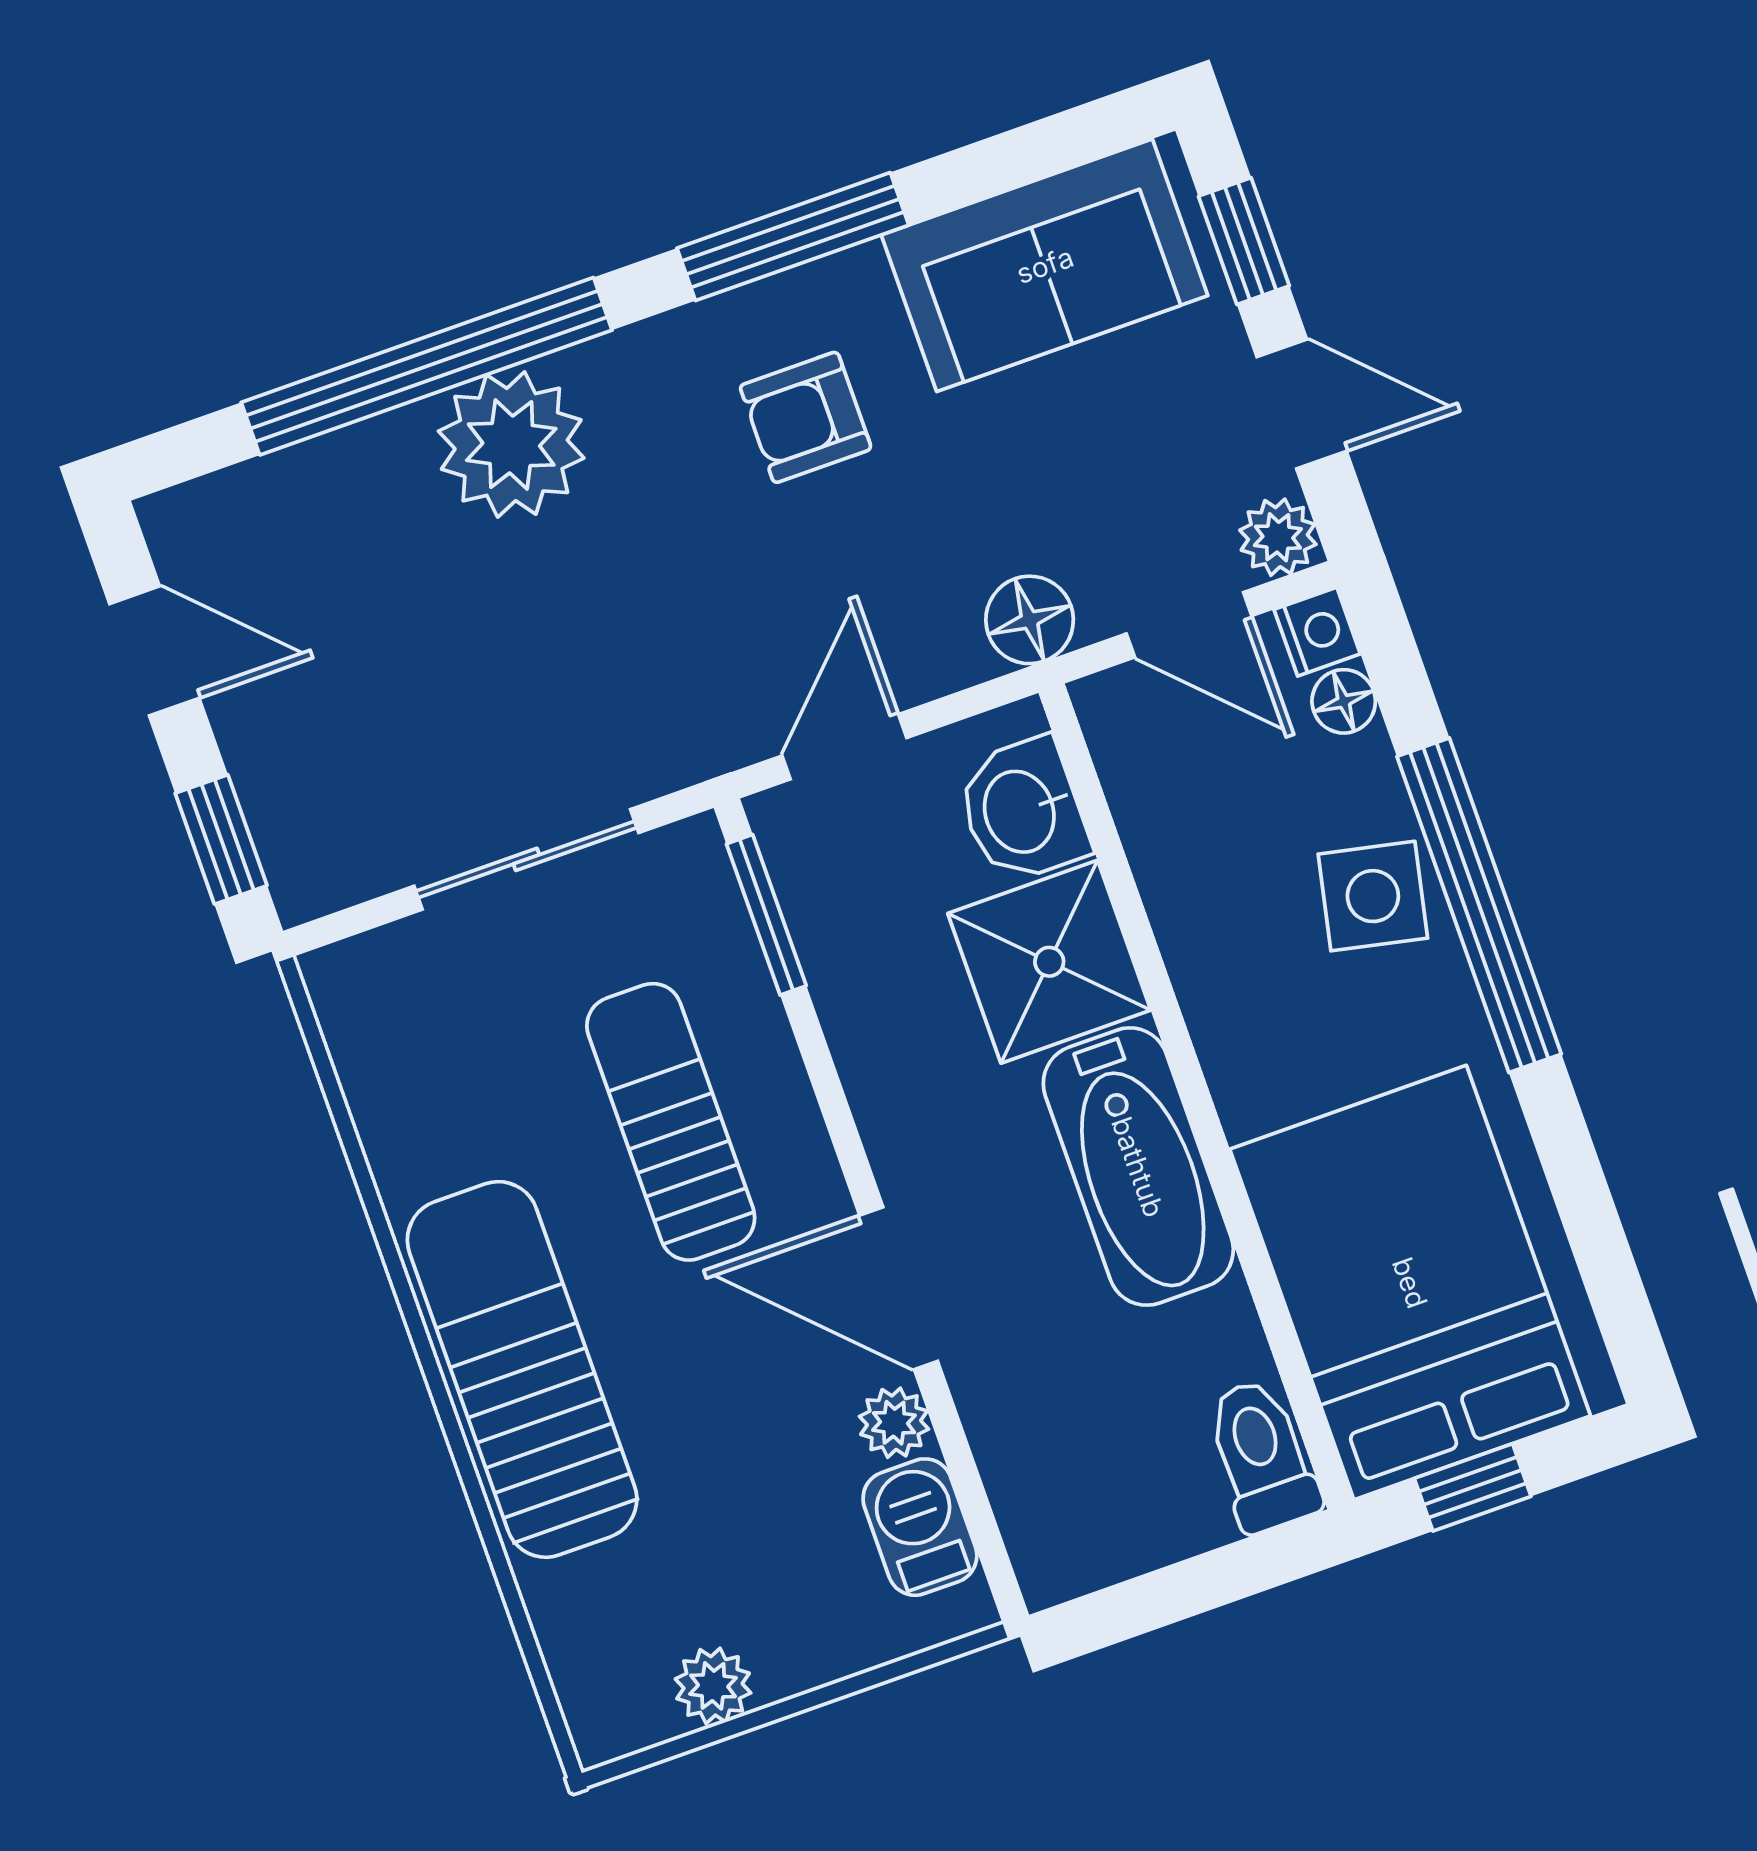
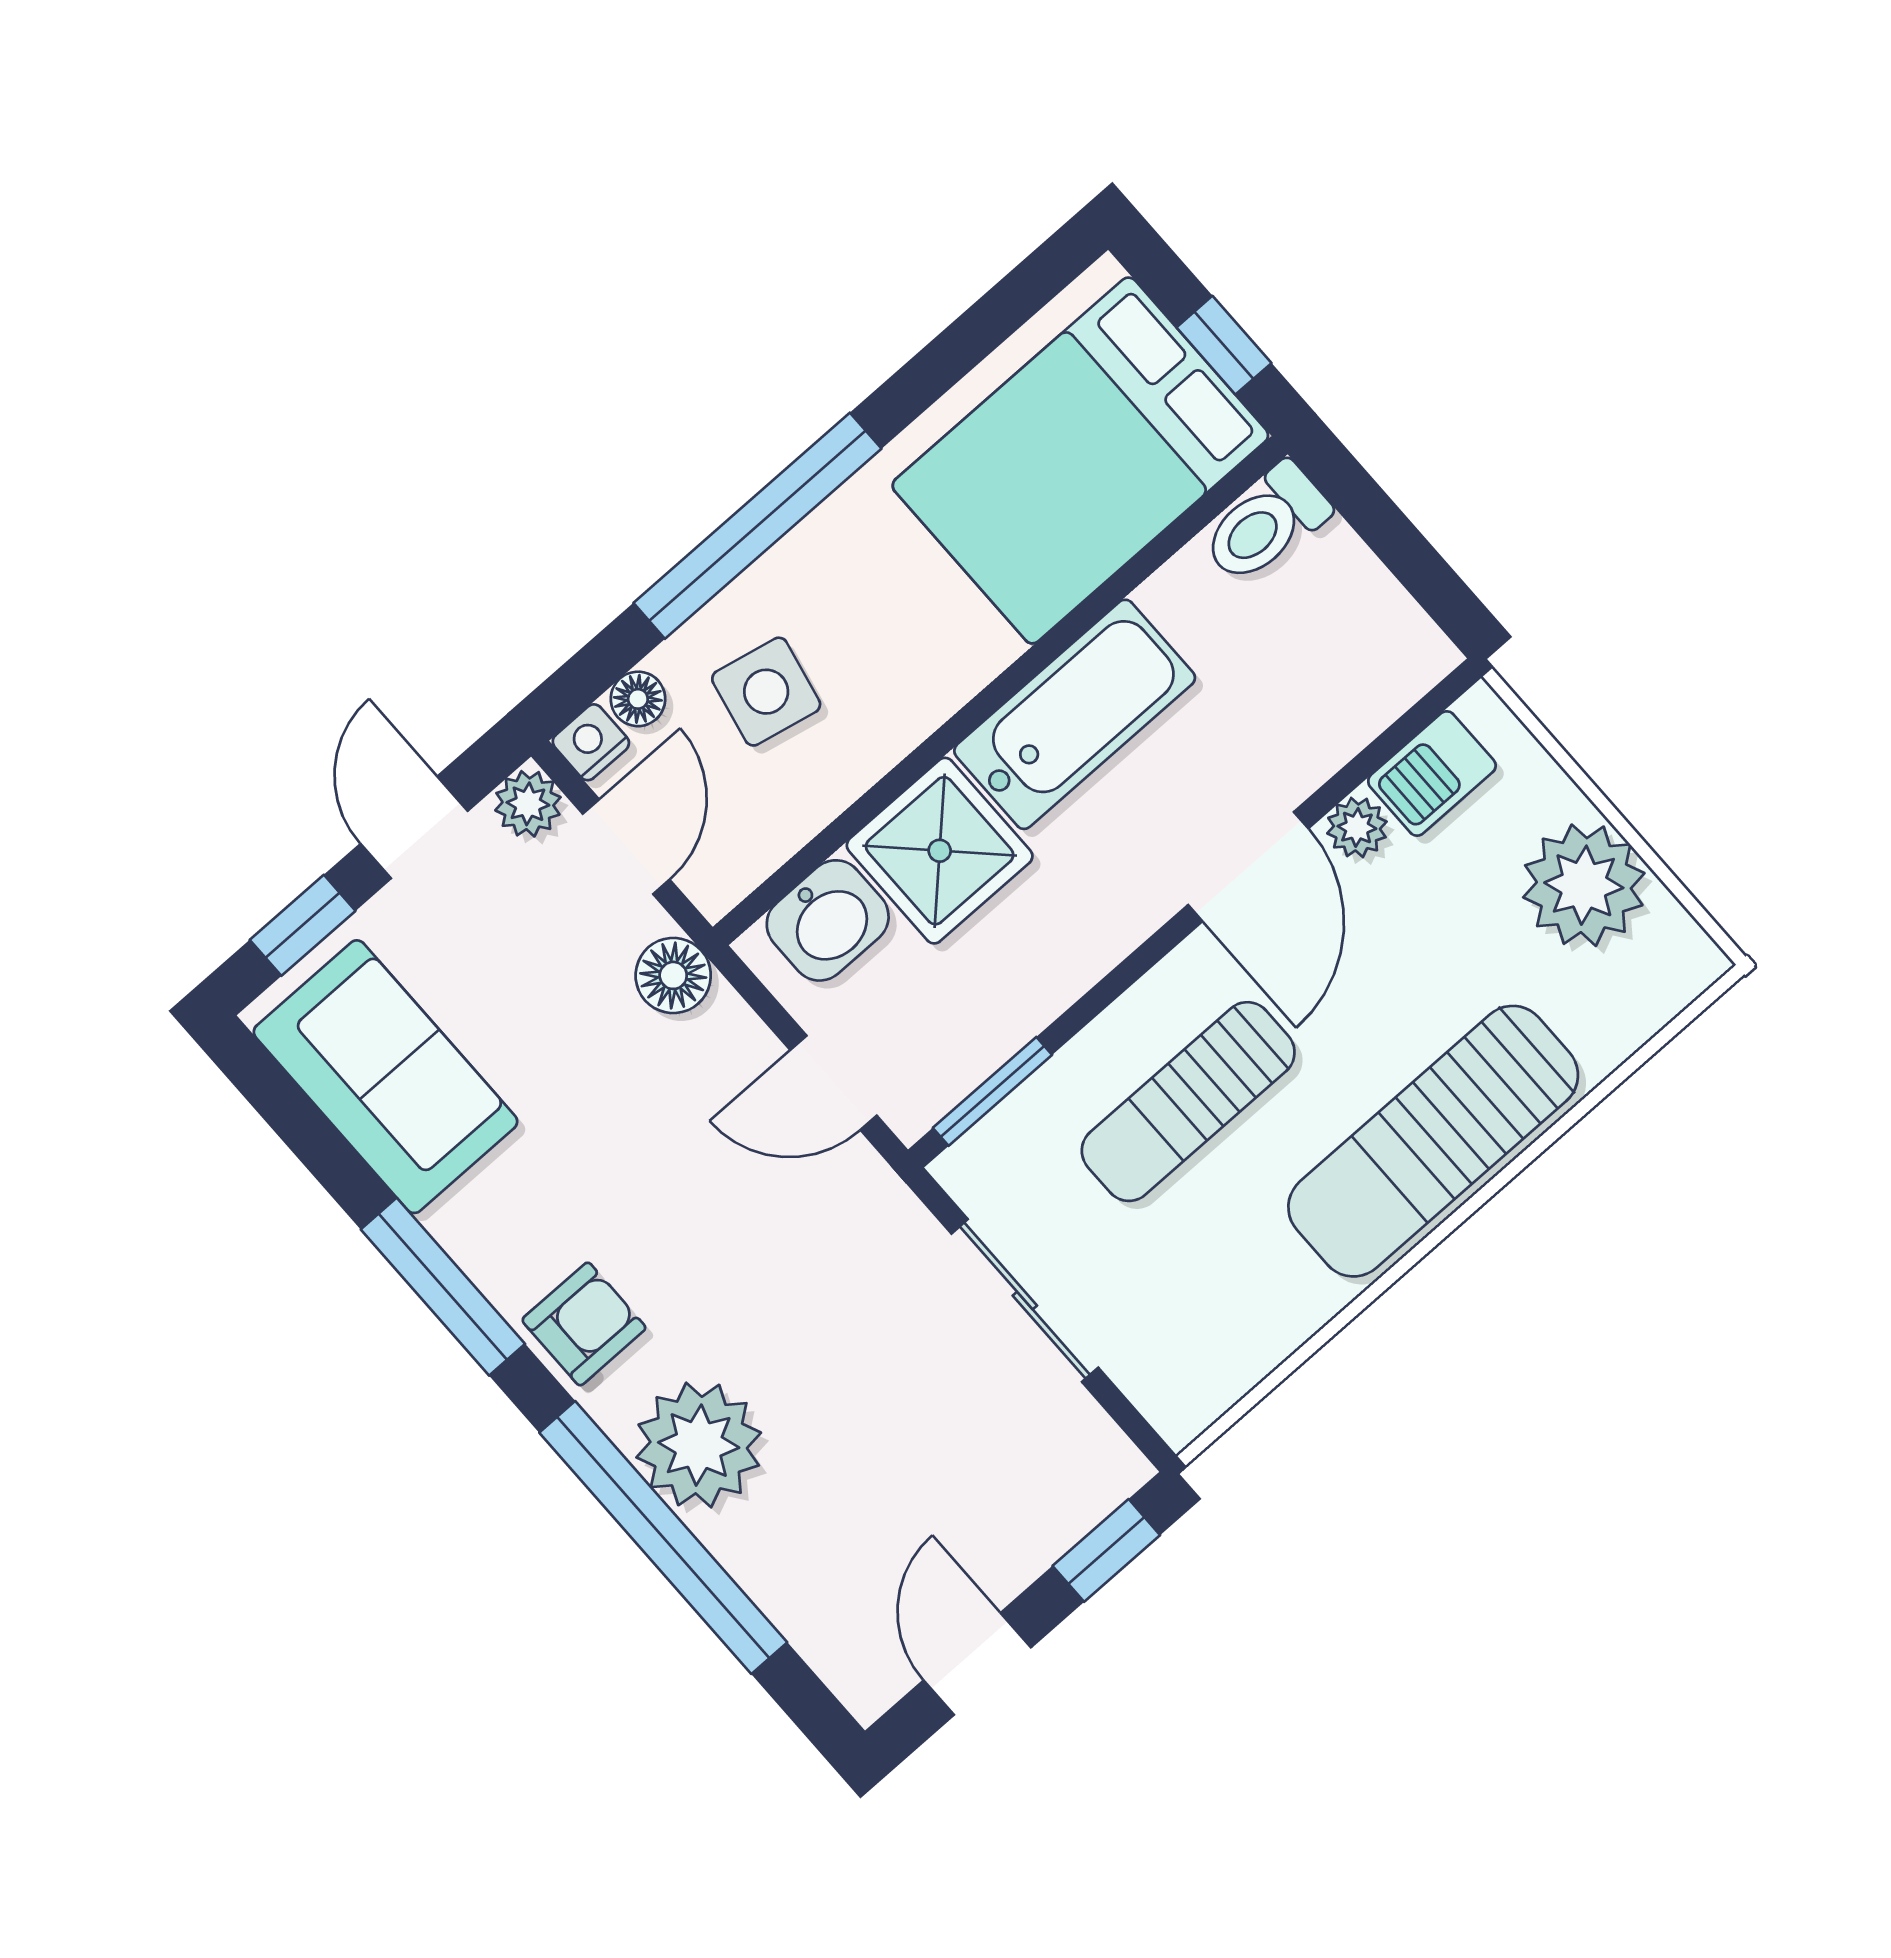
armchair: (806, 417) -> (584, 1324), moved, turned -90
side table: (1373, 896) -> (766, 692), moved
plant: (713, 1686) -> (1584, 885), width x1.88, depth x1.88

